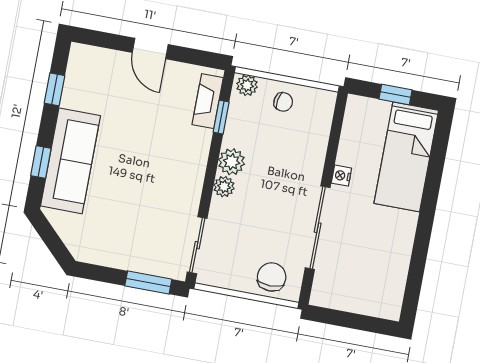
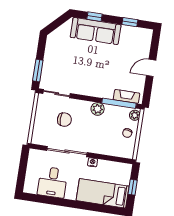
window: (221, 117) -> (119, 103), width x2.17
plant: (224, 187) -> (85, 106), removed
desk: (380, 259) -> (53, 182), added
chair: (272, 277) -> (64, 120), moved

